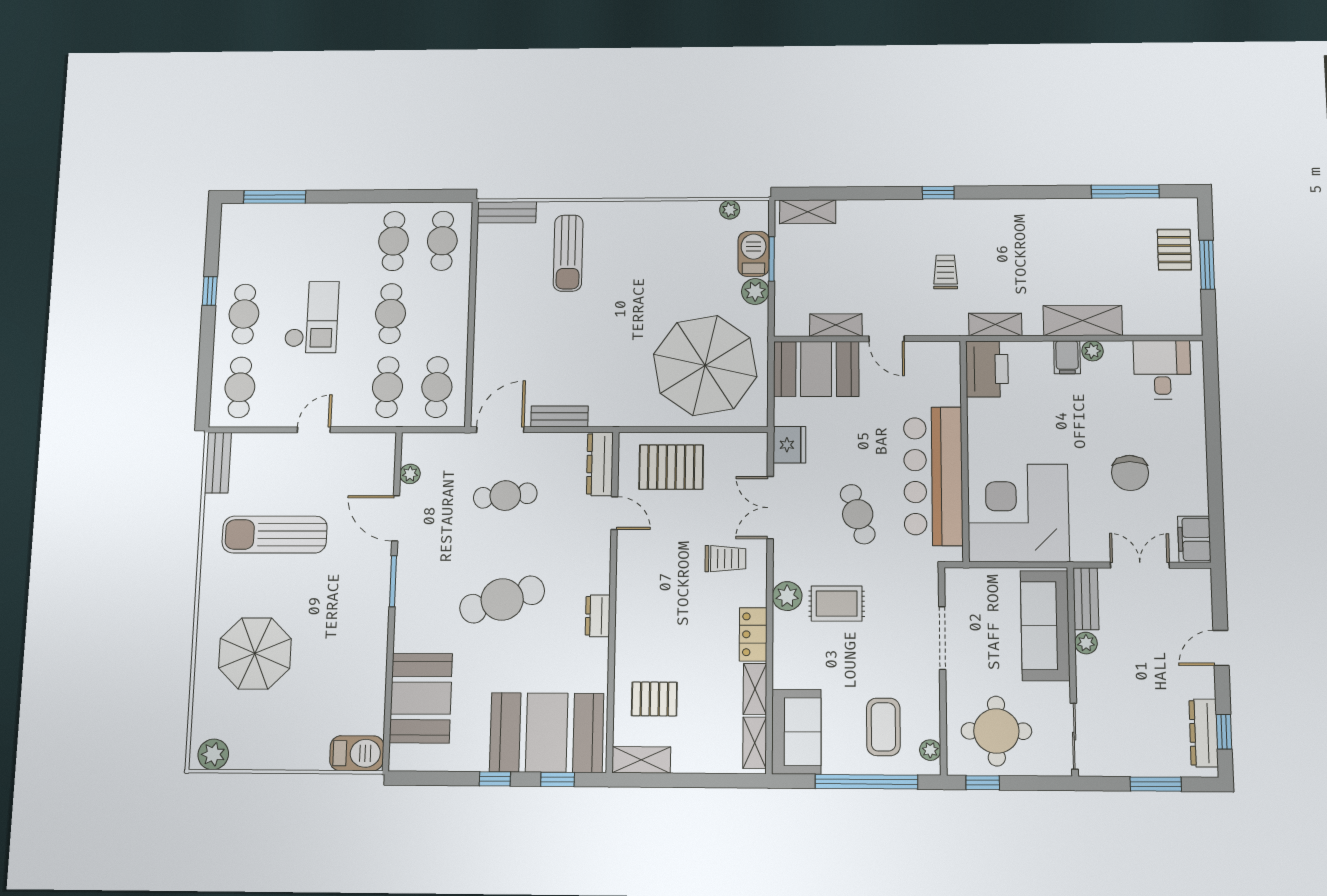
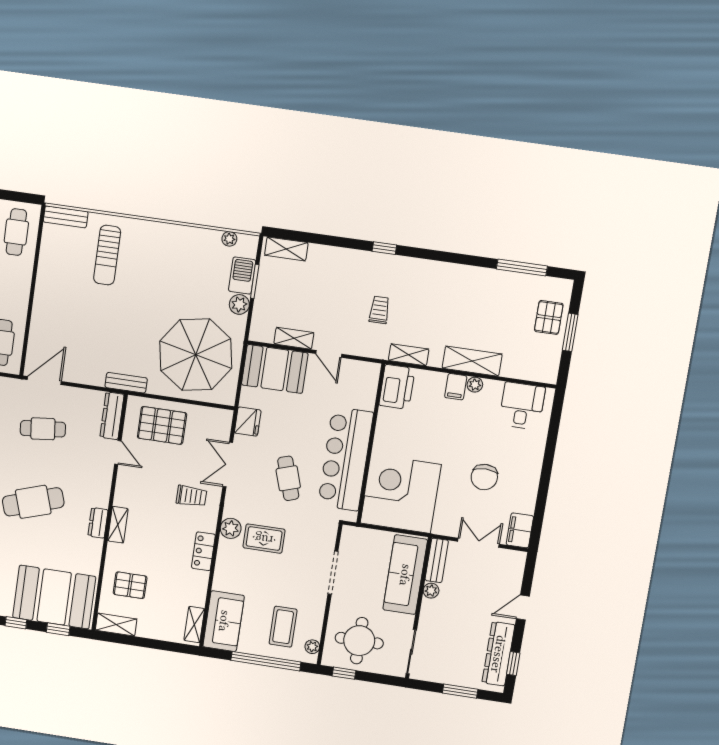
bench: (559, 416) -> (126, 383), moved
shelving: (755, 689) -> (118, 525), moved
dresser: (1204, 733) -> (498, 654), width x1.37, depth x1.24

